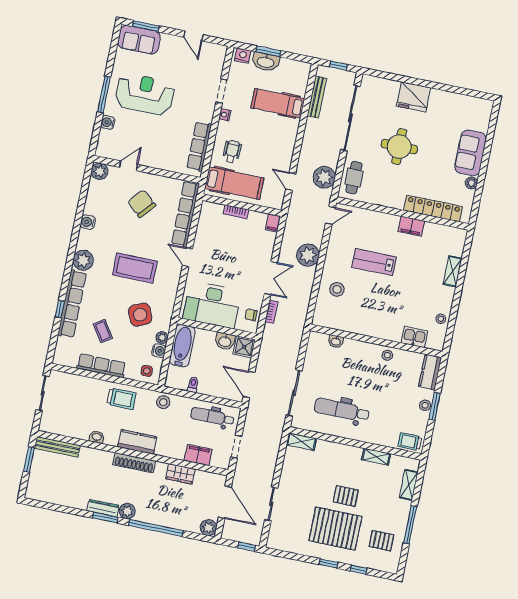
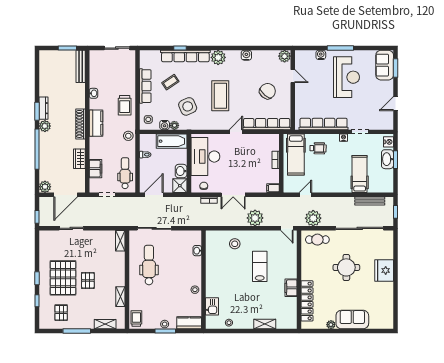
row of seats: (199, 146) -> (324, 124), width x1.36

